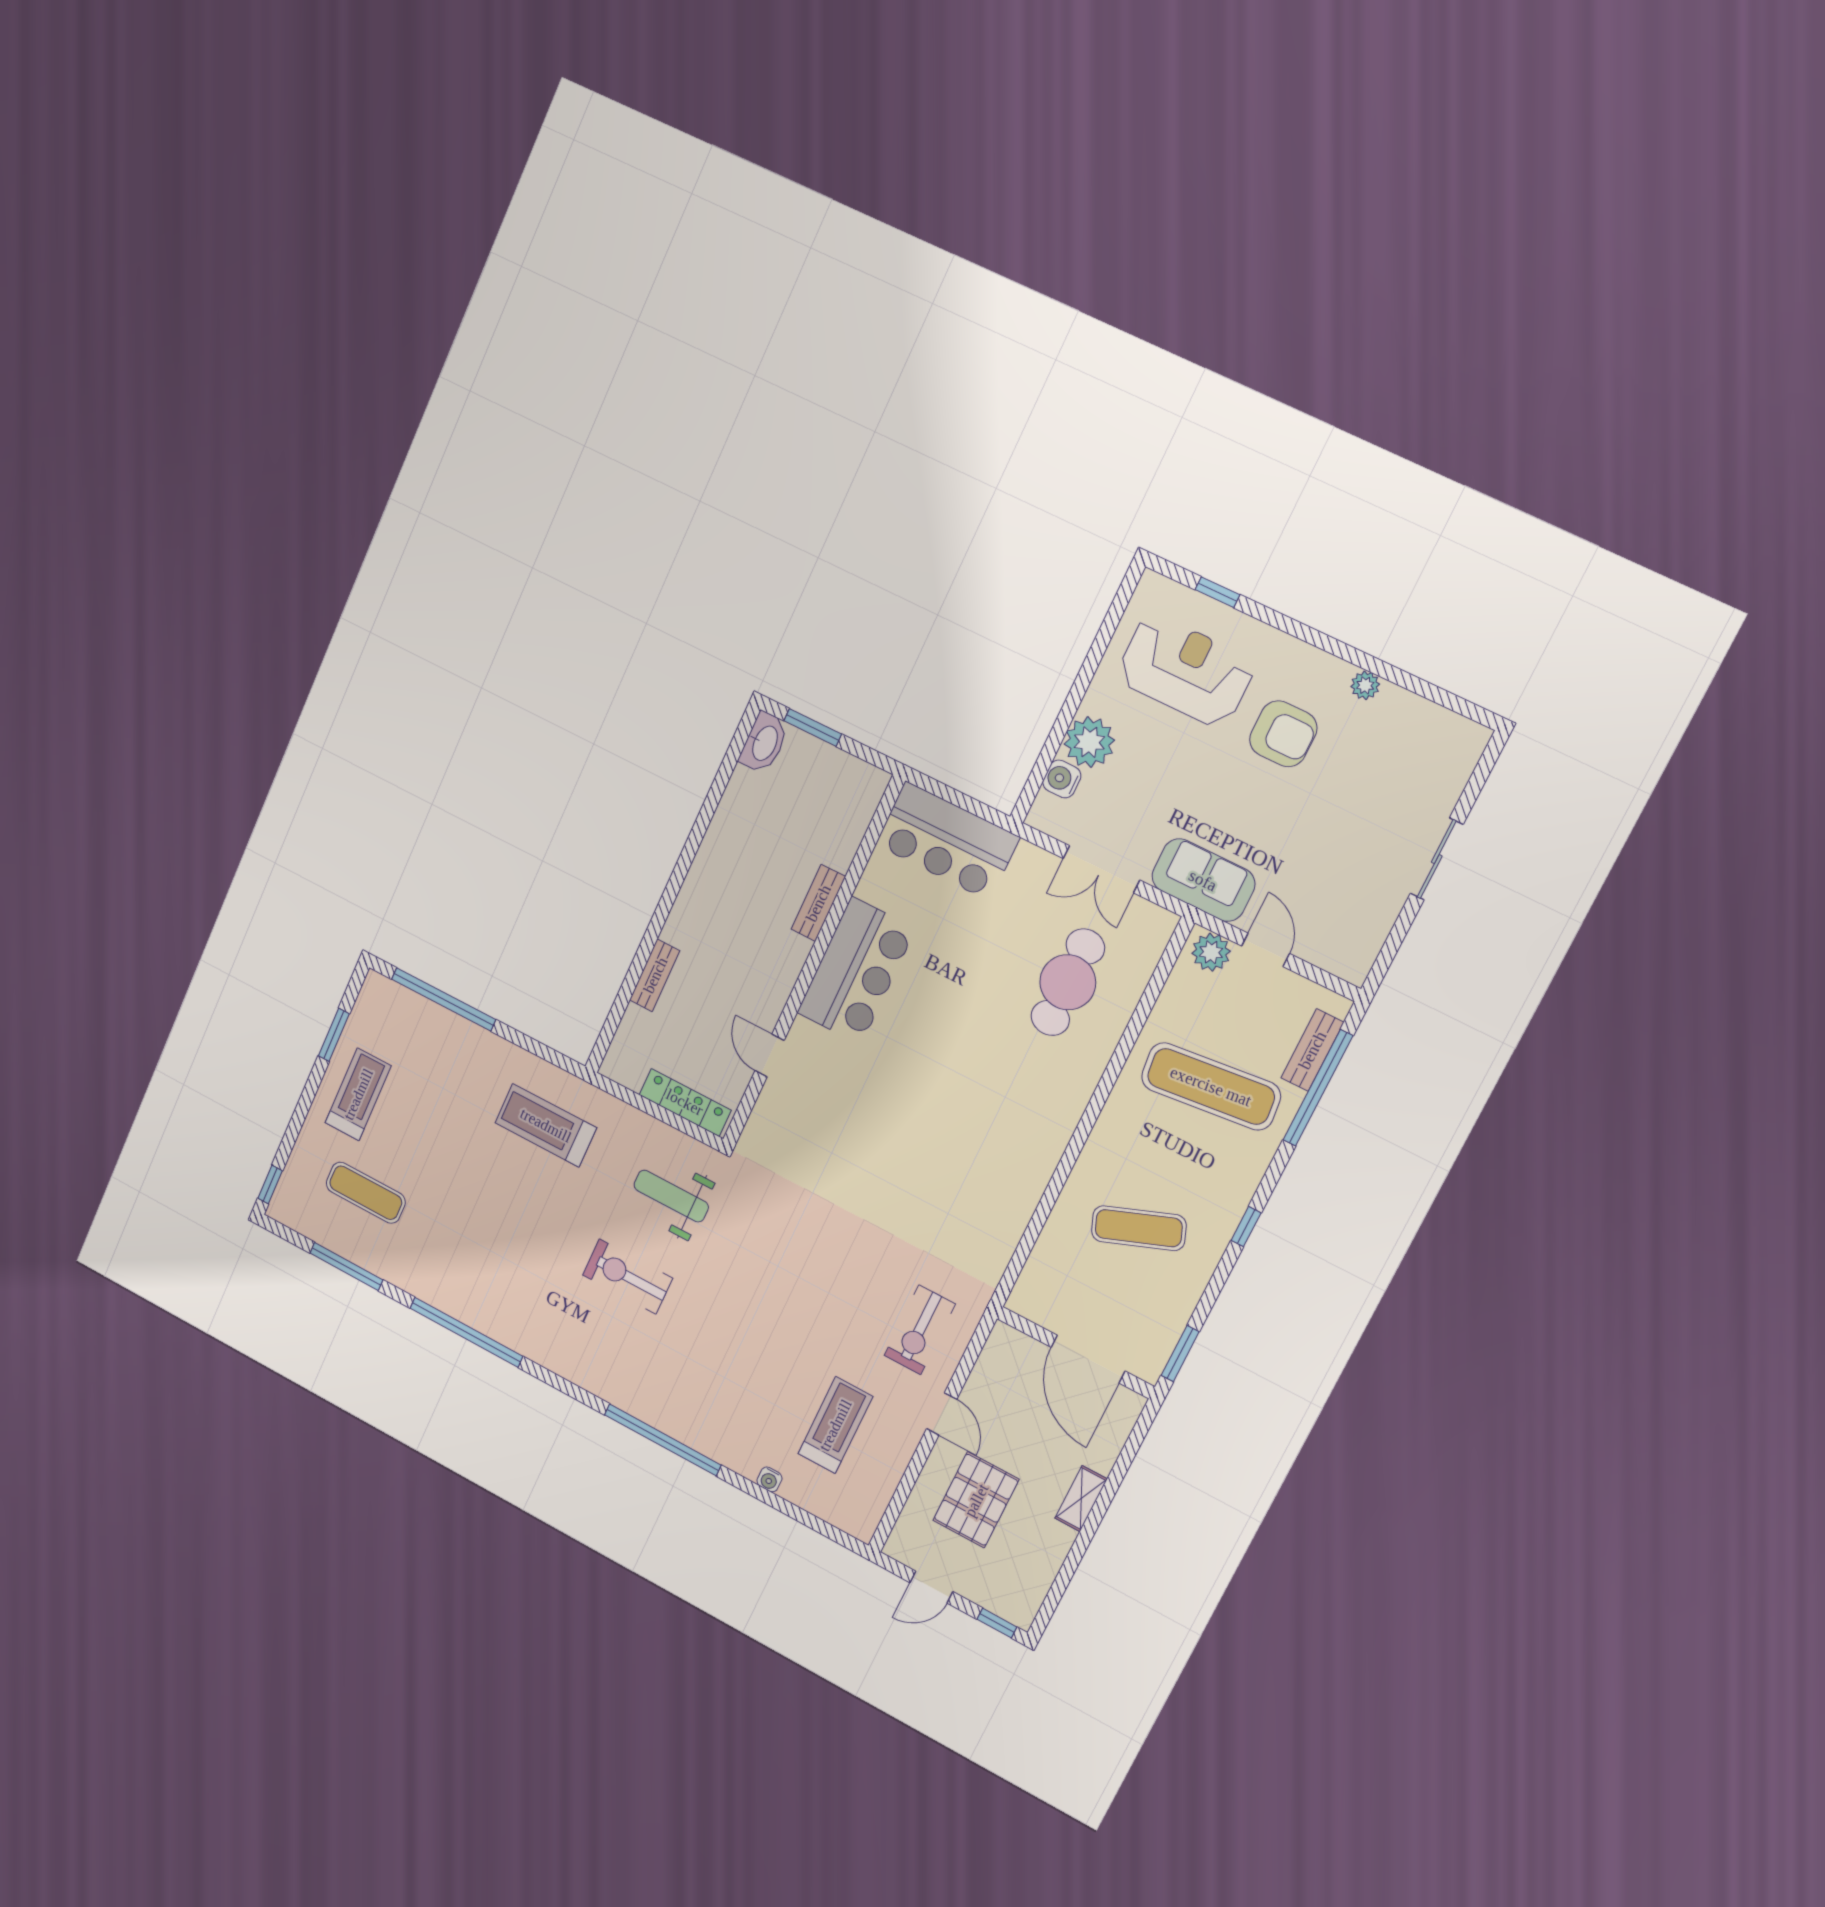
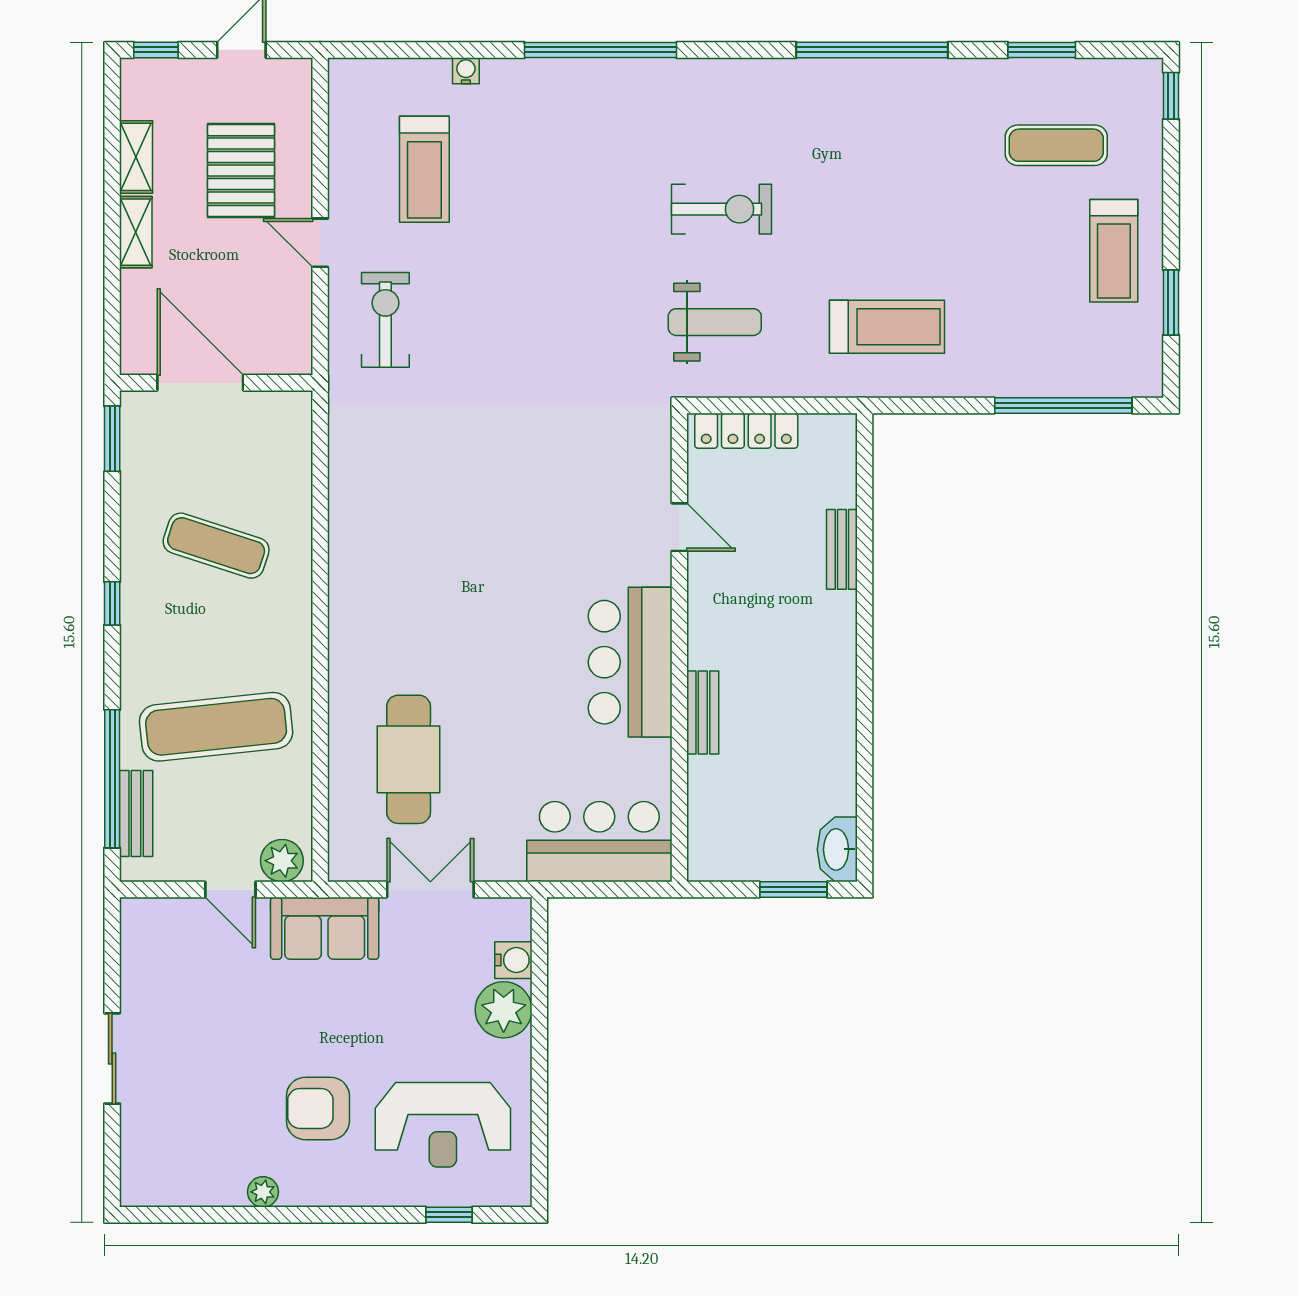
exercise mat: (1139, 1228) -> (216, 546), turned 39
window: (346, 1266) -> (1042, 50), width x0.69
shelving: (1052, 1554) -> (136, 157), added

